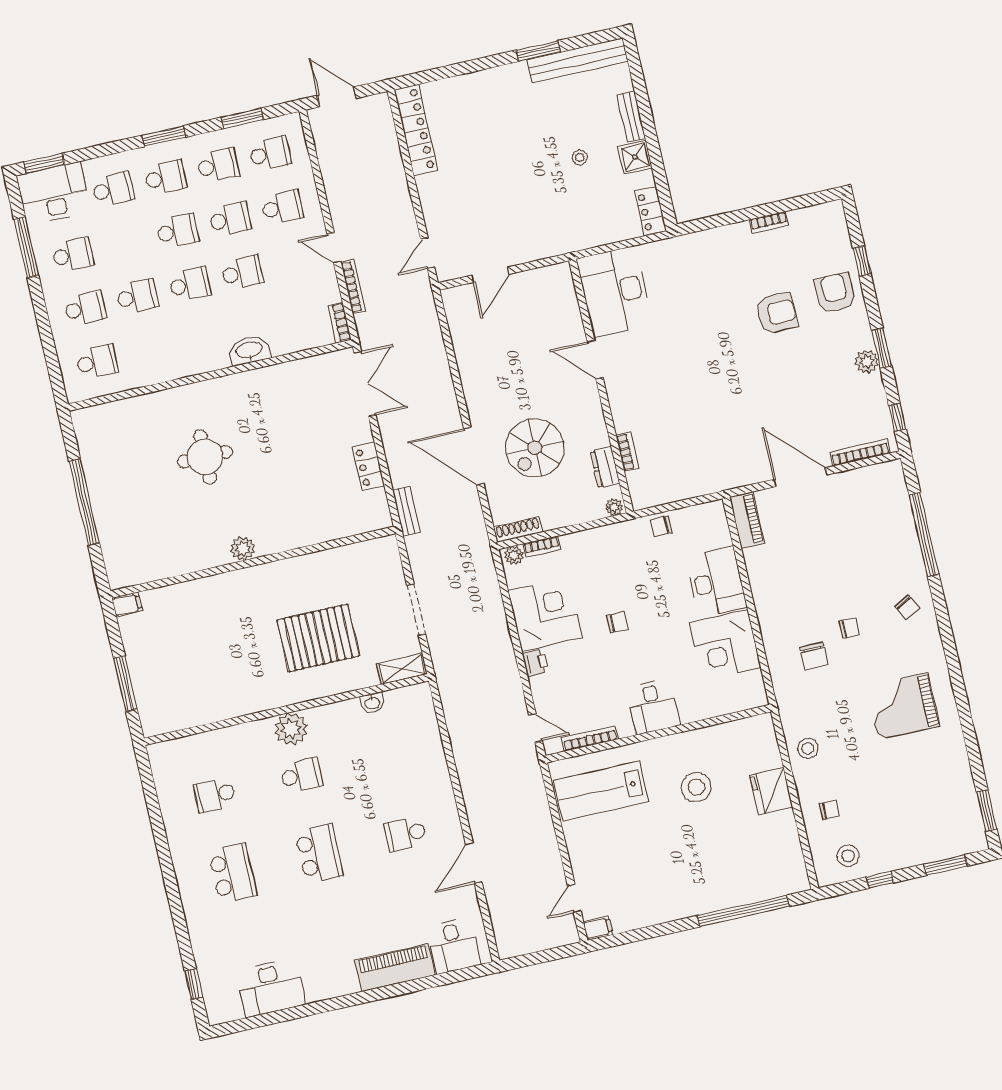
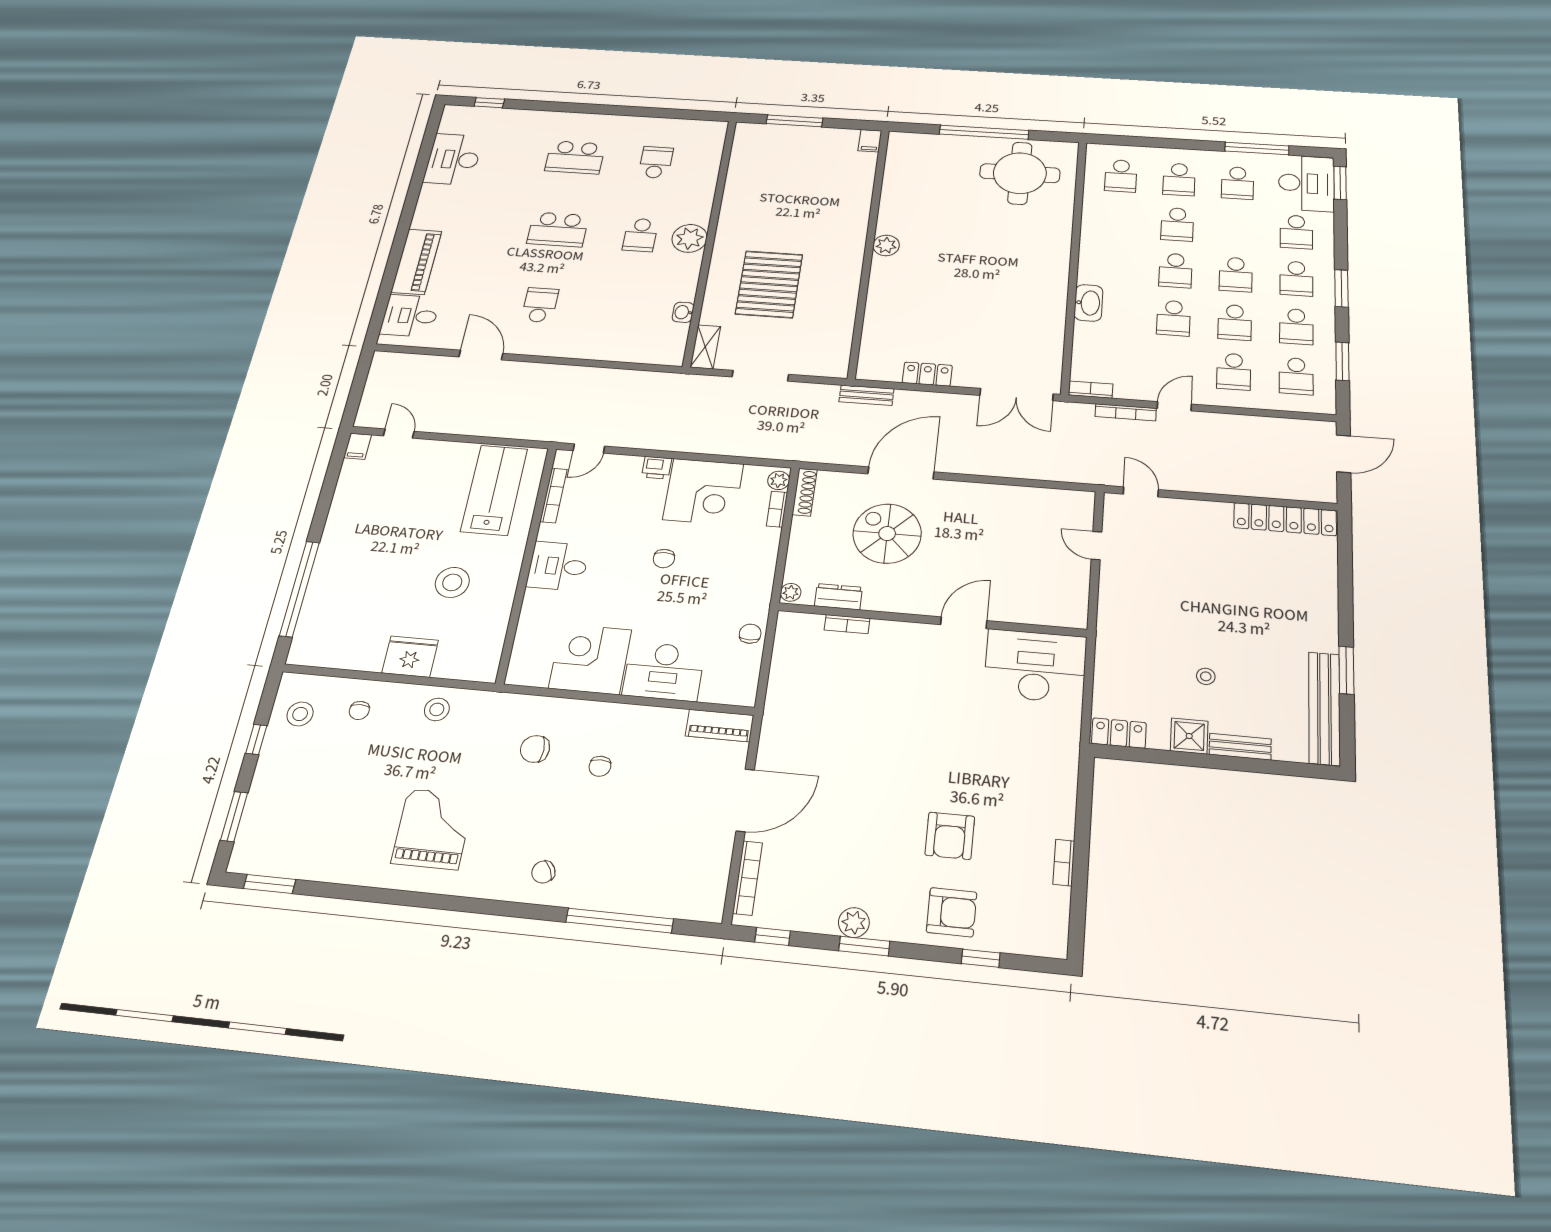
door: (490, 275) -> (1097, 546), width x0.73
round table: (205, 457) -> (1020, 173), moved, width x1.36, depth x1.36
chair: (849, 628) -> (600, 766), moved

